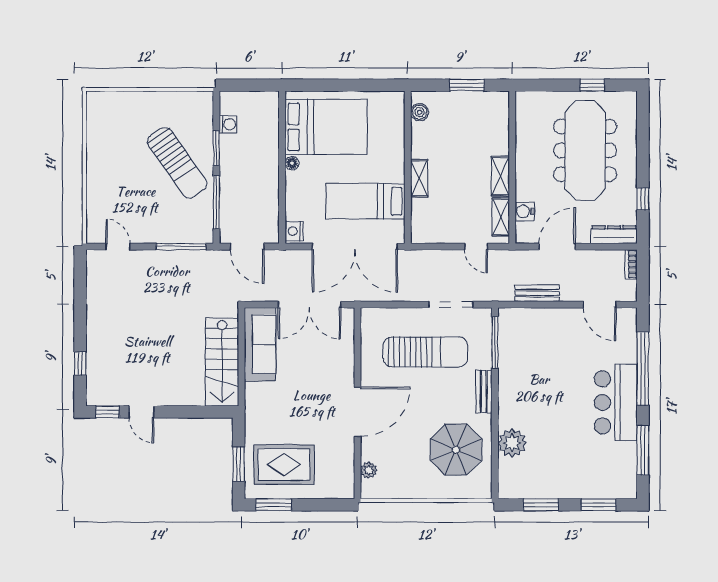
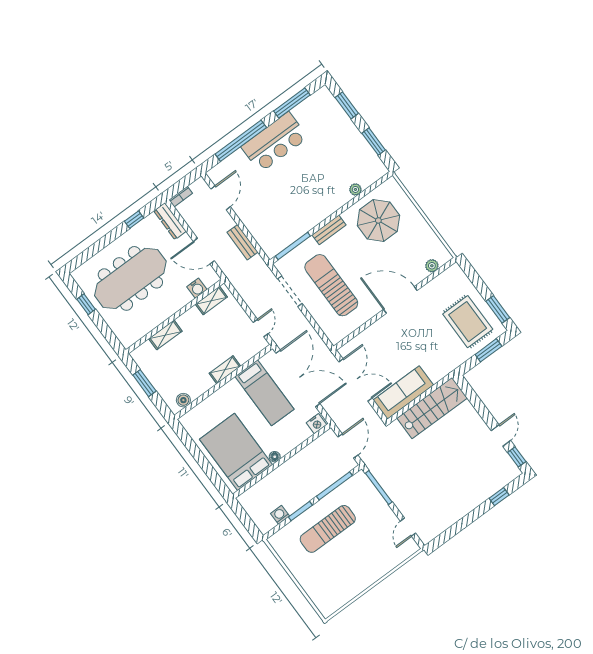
sun lounger: (177, 163) -> (328, 529), turned -145
shelving: (500, 176) -> (165, 335), moved
door: (476, 247) -> (261, 328), moved
plant: (512, 443) -> (355, 189), width x0.53, depth x0.53

